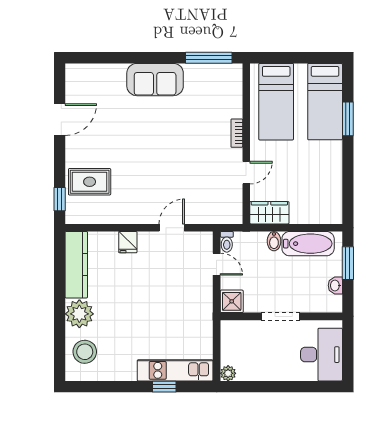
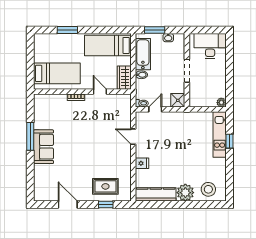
window: (209, 58) -> (30, 136), moved
bed: (325, 102) -> (108, 45), moved, turned 180
rug: (90, 182) -> (105, 186), turned 90
window: (60, 199) -> (106, 205), moved

